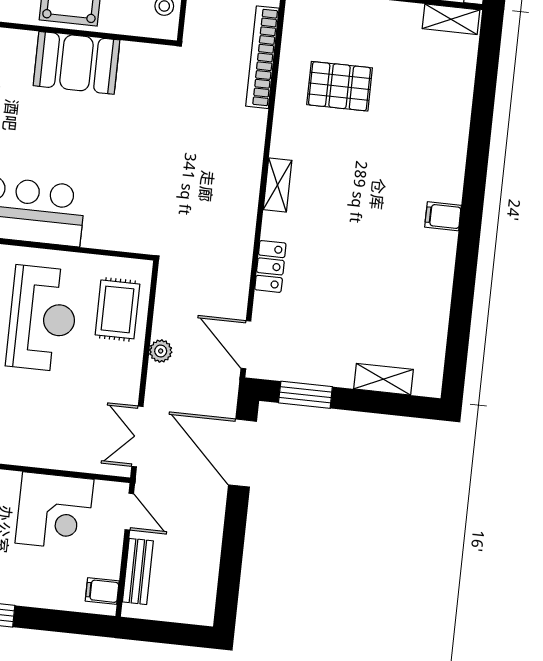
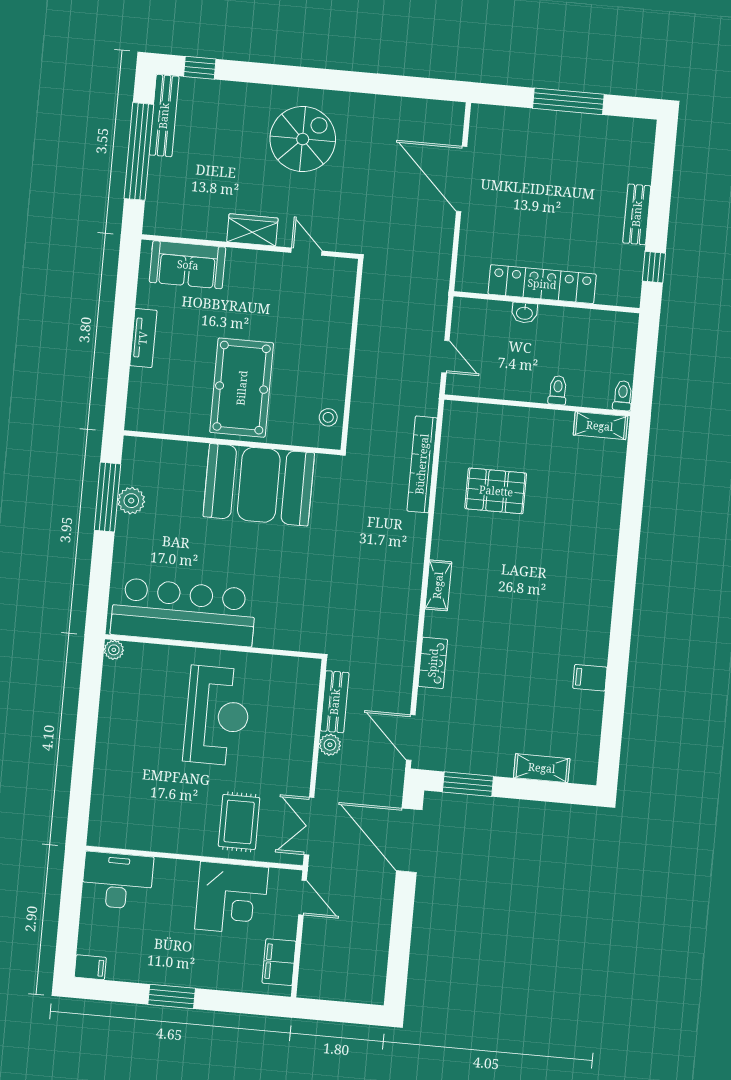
booth: (77, 63) -> (259, 485), width x1.36, depth x1.42
filing cabinet: (443, 216) -> (590, 678), moved
rug: (117, 309) -> (239, 822), moved
bench: (138, 571) -> (335, 702), moved
filing cabinet: (102, 591) -> (279, 962), width x2.00

